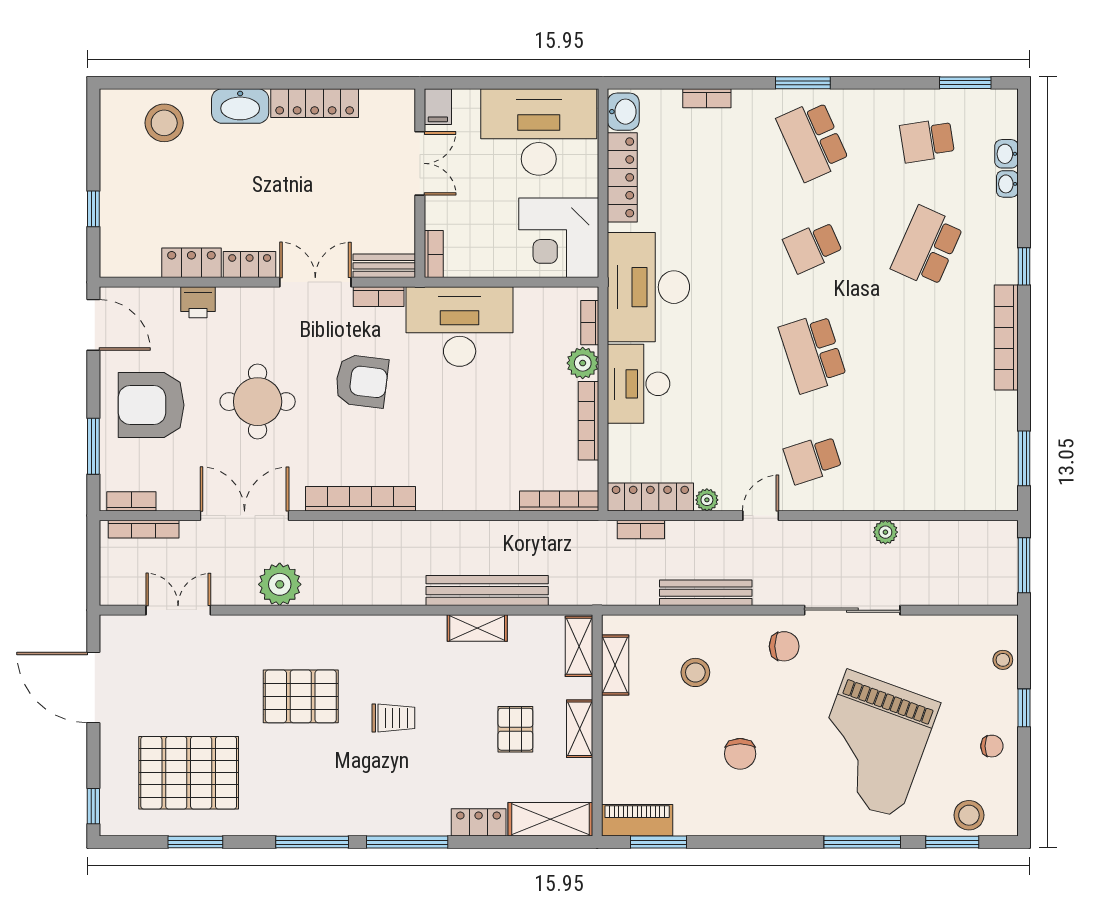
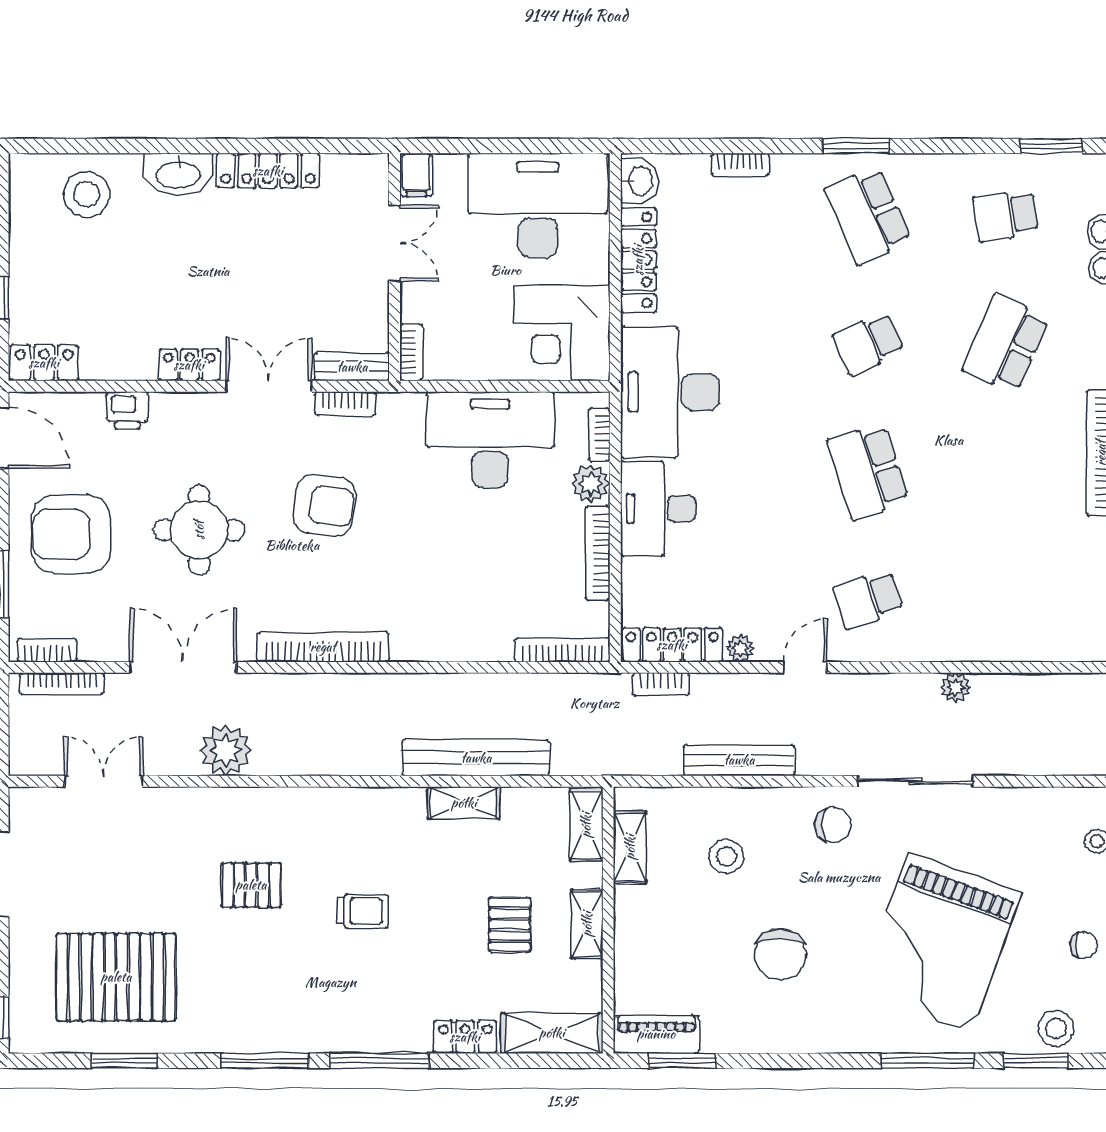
locker: (191, 263) -> (44, 363), moved
desk: (460, 327) -> (490, 440), moved
pallet: (301, 696) -> (251, 885), width x0.67, depth x0.71
chair: (740, 754) -> (780, 954), width x1.37, depth x1.37

